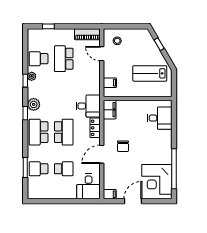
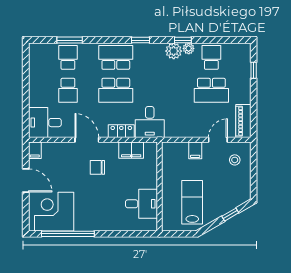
school desk: (64, 59) -> (211, 90), turned 180
filing cabinet: (110, 83) -> (195, 150), moved
plant: (34, 104) -> (174, 51), moved
filing cabinet: (110, 110) -> (131, 150), moved
desk: (160, 118) -> (141, 204), moved, turned -90

